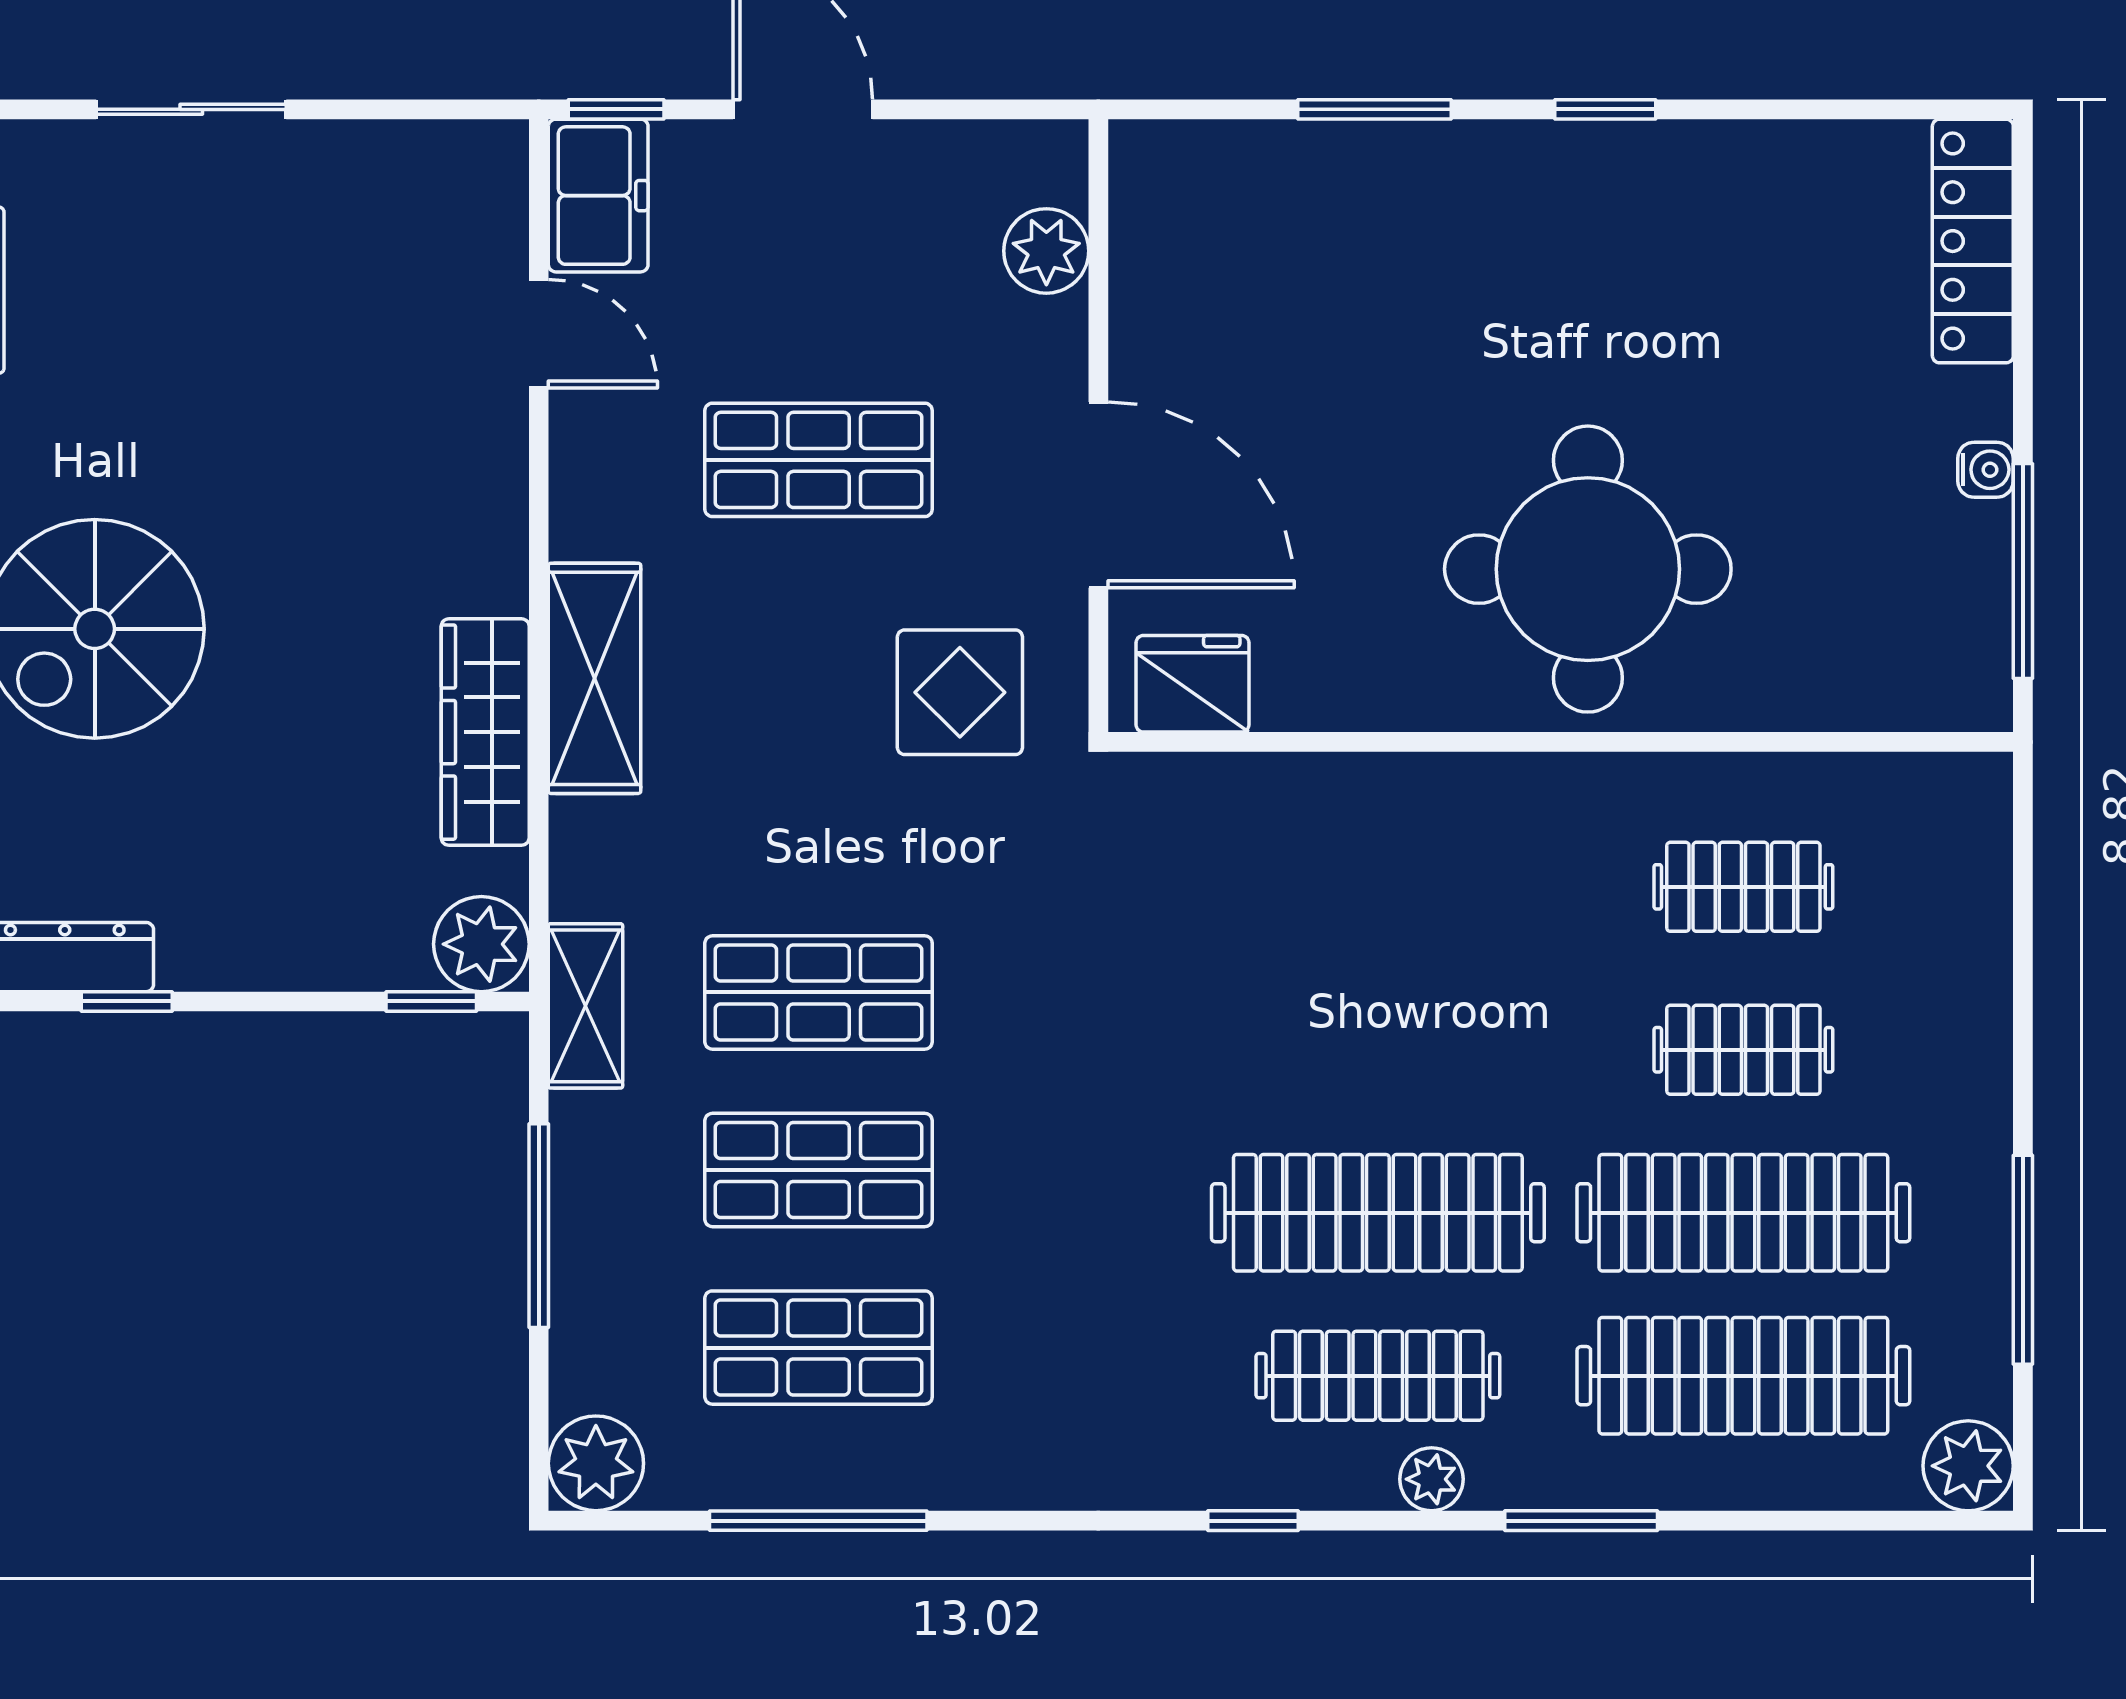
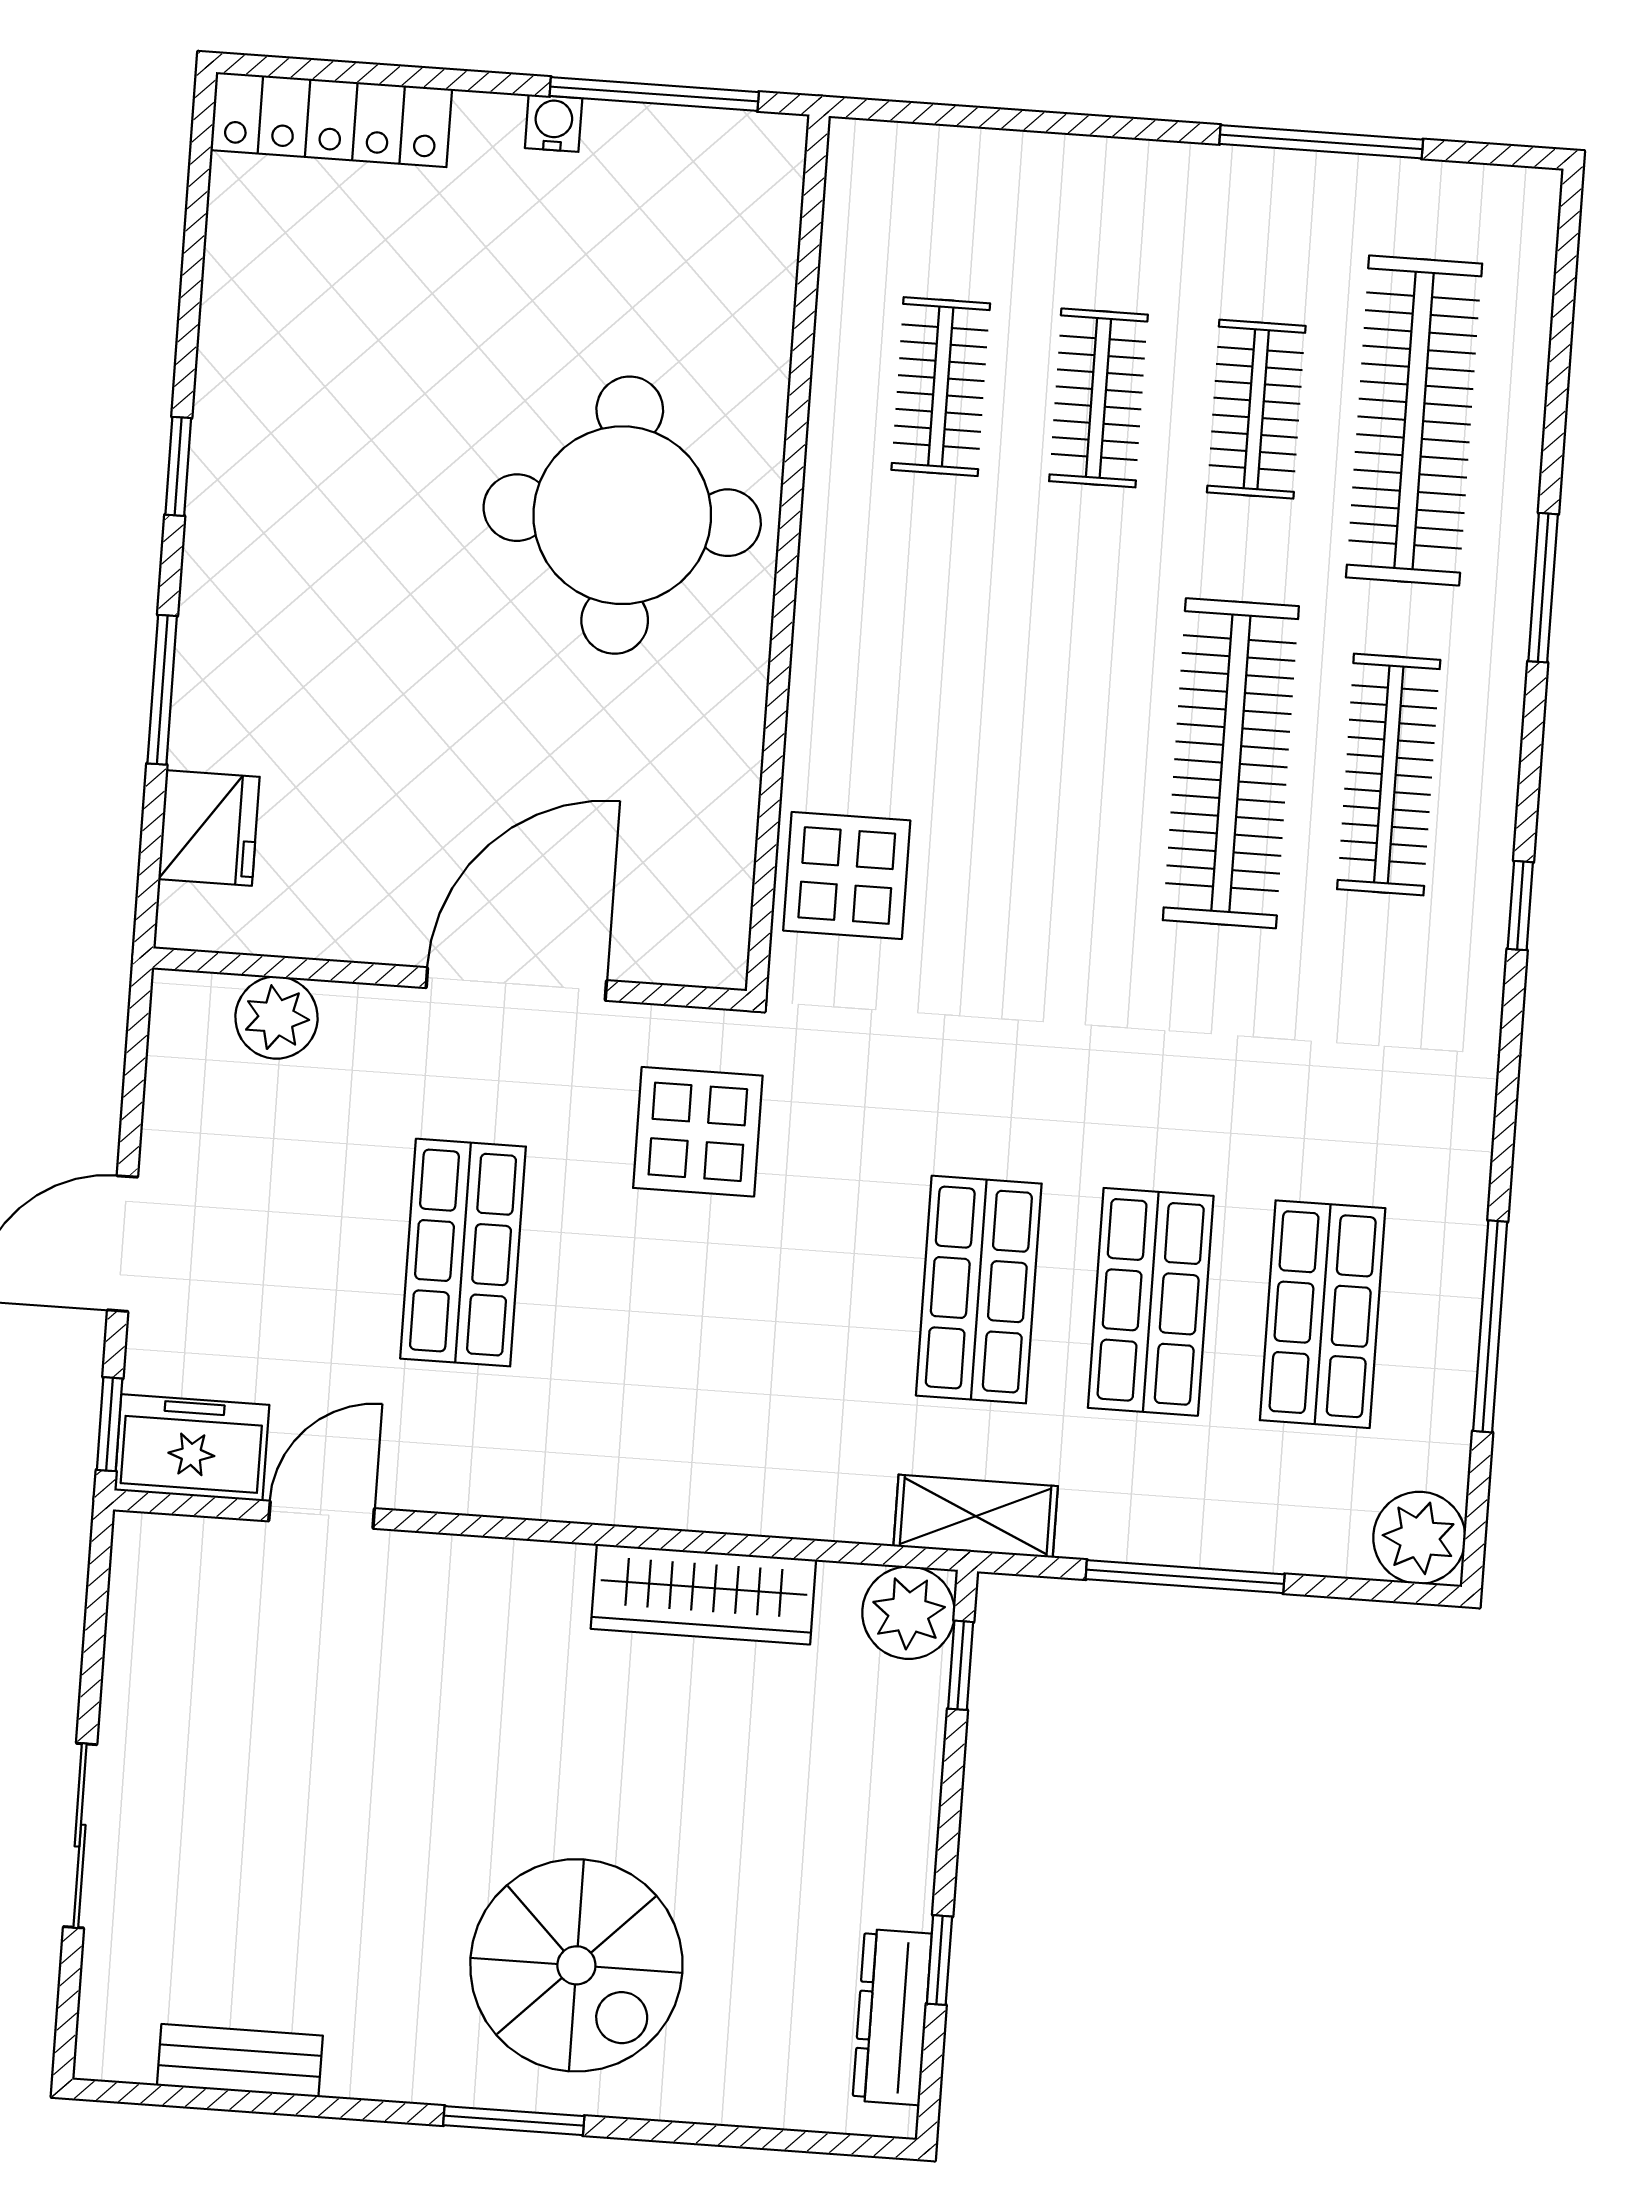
shelving: (595, 678) -> (659, 1485), removed
fridge: (1192, 684) -> (209, 828), moved, turned 180
display table: (1234, 826) -> (847, 875), added
clothes rail: (1743, 1213) -> (1256, 409), width x0.54, depth x0.76
plant: (1968, 1466) -> (1517, 209), removed
plant: (1432, 1479) -> (1493, 730), removed

